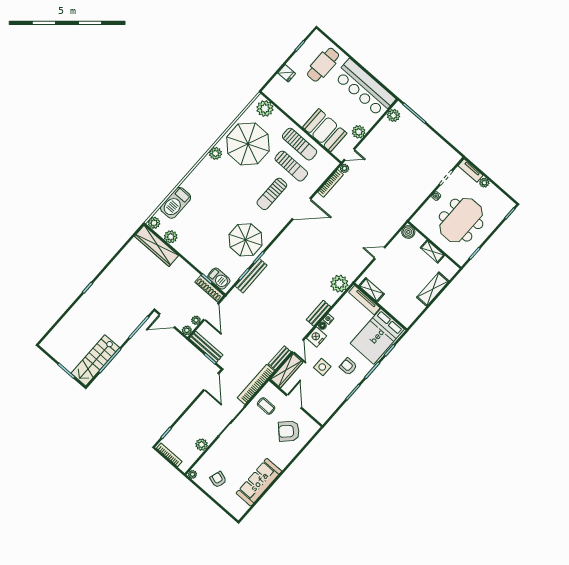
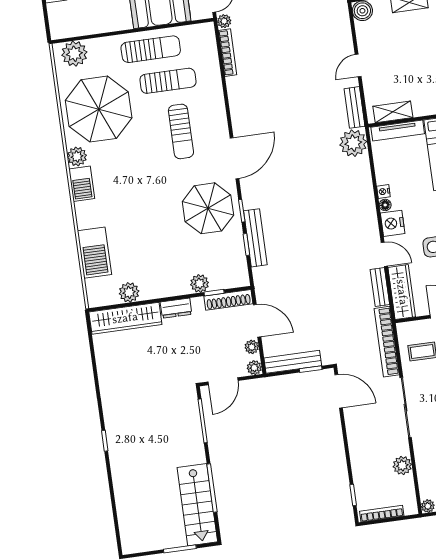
door: (301, 209) -> (234, 158), moved
plant: (154, 223) -> (200, 284), moved
dresser: (183, 267) -> (176, 308), added
barbecue: (219, 279) -> (82, 184), moved, turned 90
bench: (319, 313) -> (354, 107), moved

